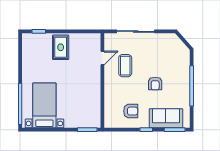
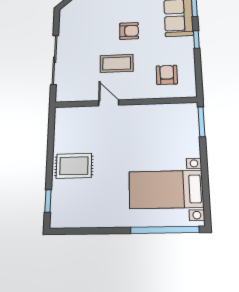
door: (102, 58) -> (109, 103), moved
coffee table: (125, 66) -> (117, 63), moved
armchair: (131, 111) -> (167, 75), moved

